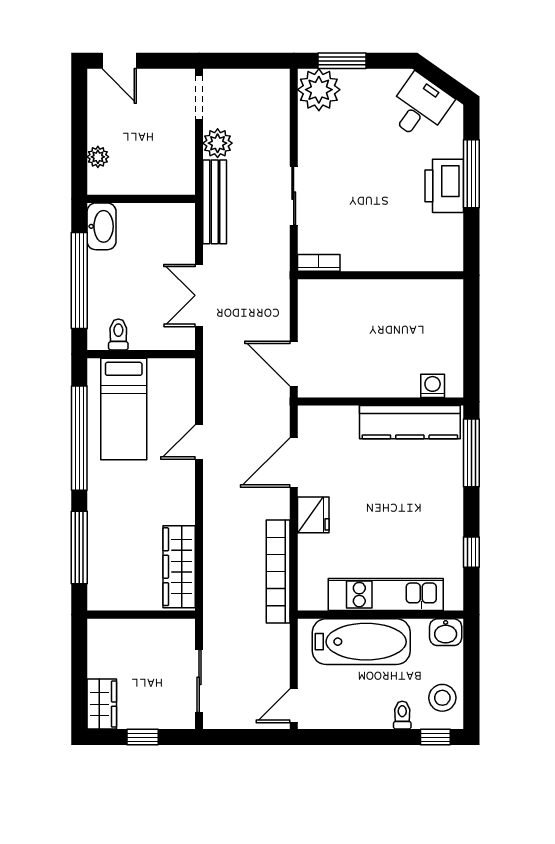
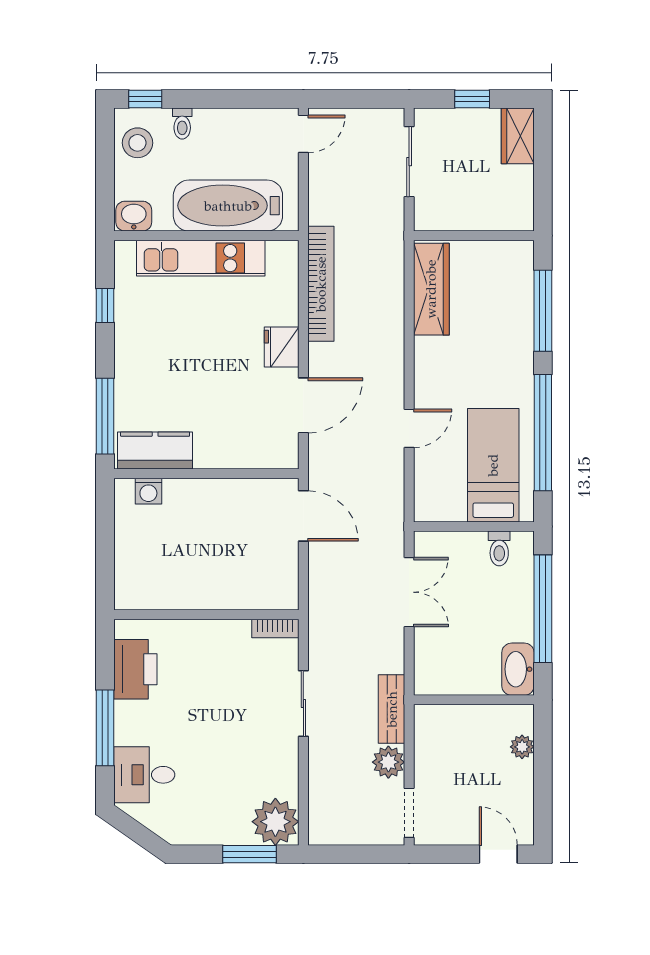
desk: (420, 107) -> (144, 775), moved, turned 55
printer: (444, 186) -> (135, 669), moved
bench: (215, 202) -> (392, 709), width x0.73
kitchen counter: (410, 422) -> (155, 451), width x0.67

